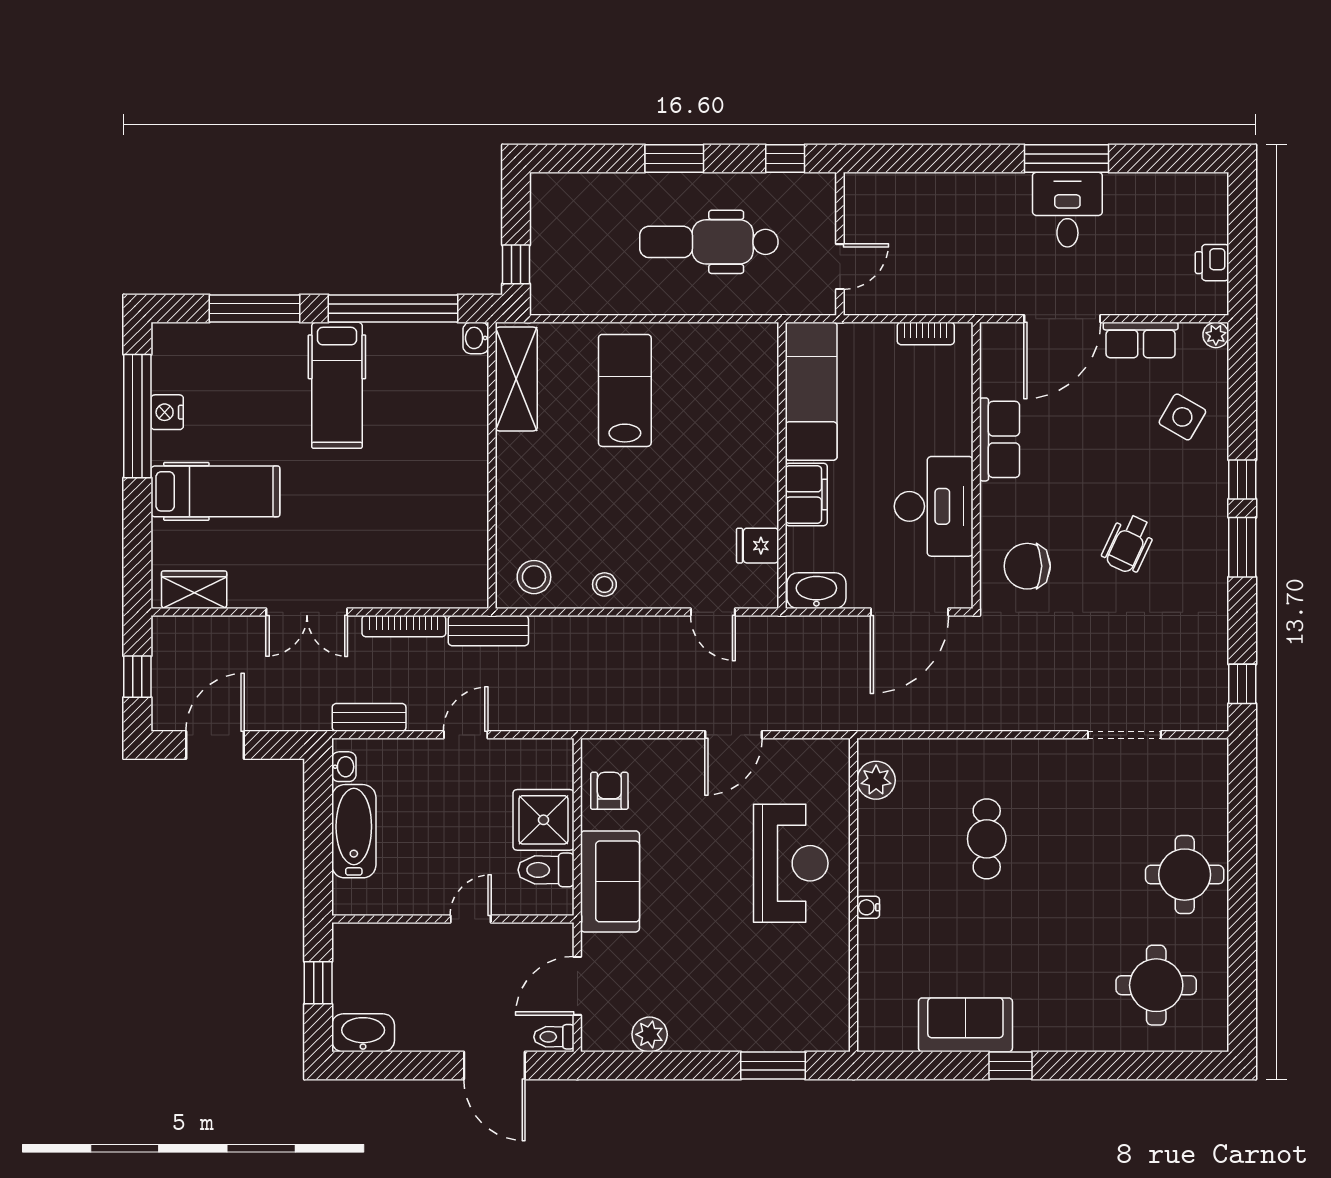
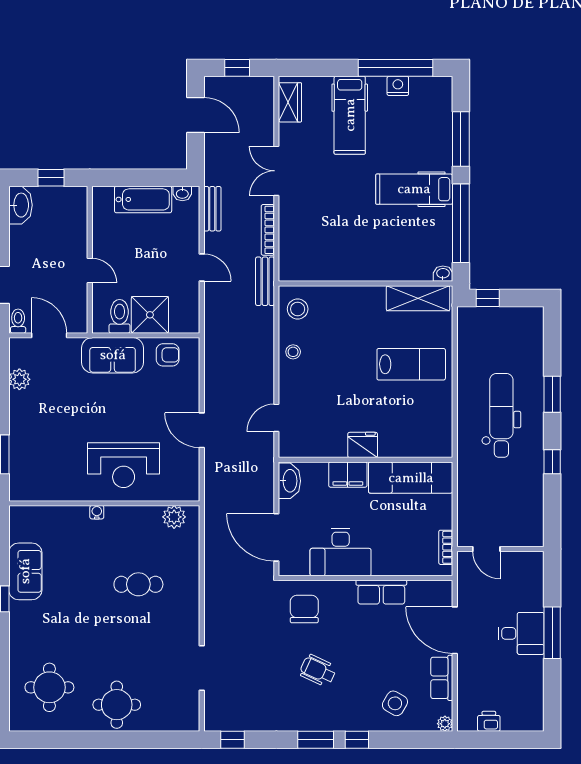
wall: (840, 244) -> (500, 549), moved
door: (840, 267) -> (486, 549), moved
fridge: (758, 546) -> (363, 445), moved, width x1.38

